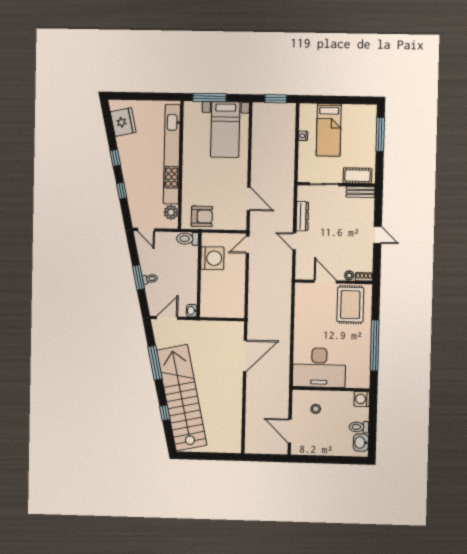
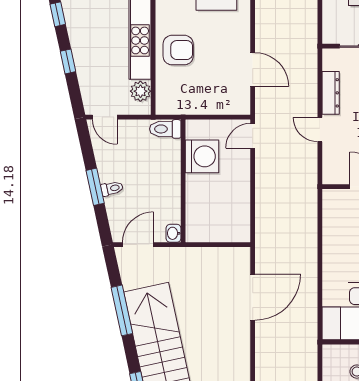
armchair: (202, 216) -> (178, 50), moved

